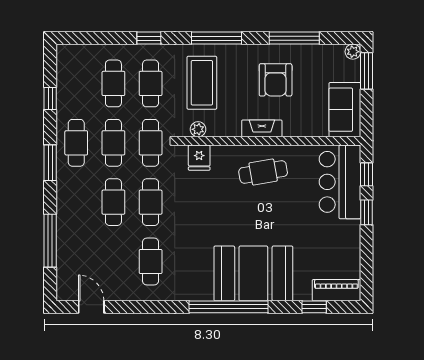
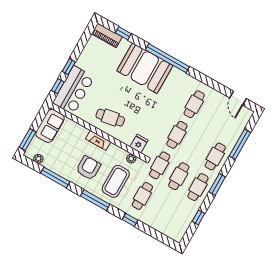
plant: (353, 52) -> (38, 159), moved
armchair: (276, 80) -> (88, 168), moved
cafe table: (113, 83) -> (162, 207), removed
cafe table: (113, 202) -> (215, 156), moved

